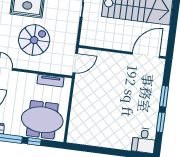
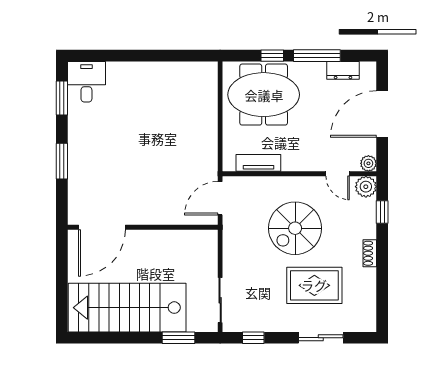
window: (161, 122) -> (62, 98), moved

